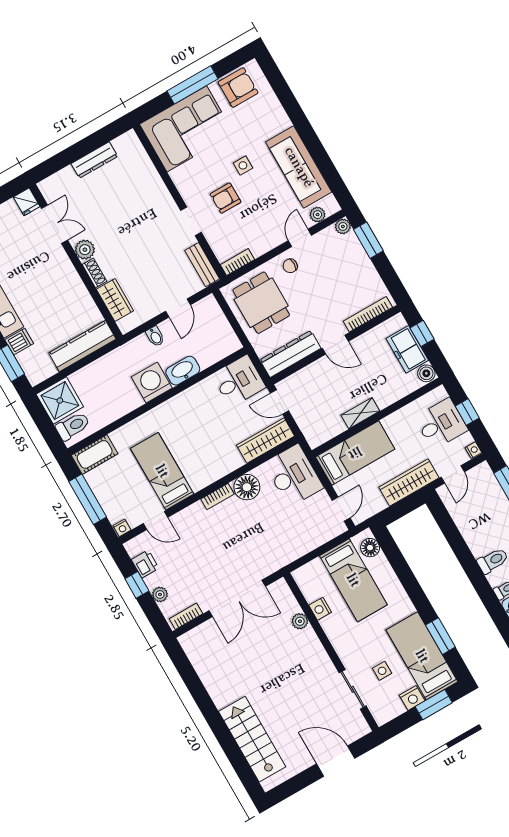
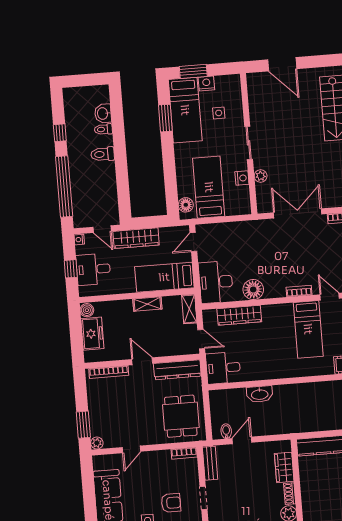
plant: (318, 215) -> (111, 460), removed
chair: (290, 266) -> (148, 433), removed
window: (422, 333) -> (76, 340), removed
bidet: (155, 336) -> (226, 431), moved
washing machine: (152, 382) -> (286, 396), removed
shelving: (310, 430) -> (189, 309), added
wardrobe: (266, 441) -> (239, 315), moved
door: (453, 474) -> (102, 229), swing flipped
bookcase: (217, 497) -> (299, 291), moved
sliding door: (353, 689) -> (249, 143), moved

